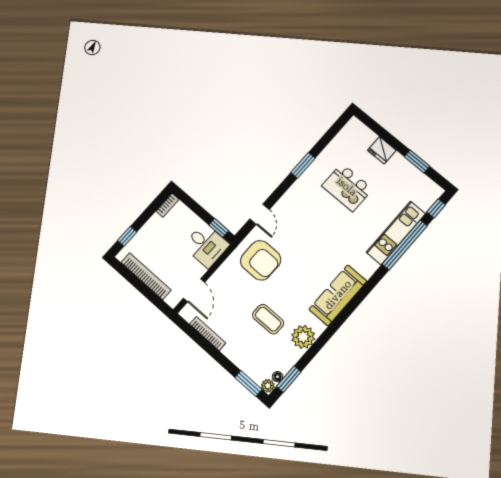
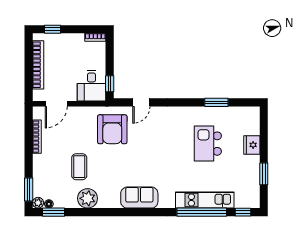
window: (303, 165) -> (216, 102), moved
sofa: (338, 295) -> (139, 198), width x0.73

